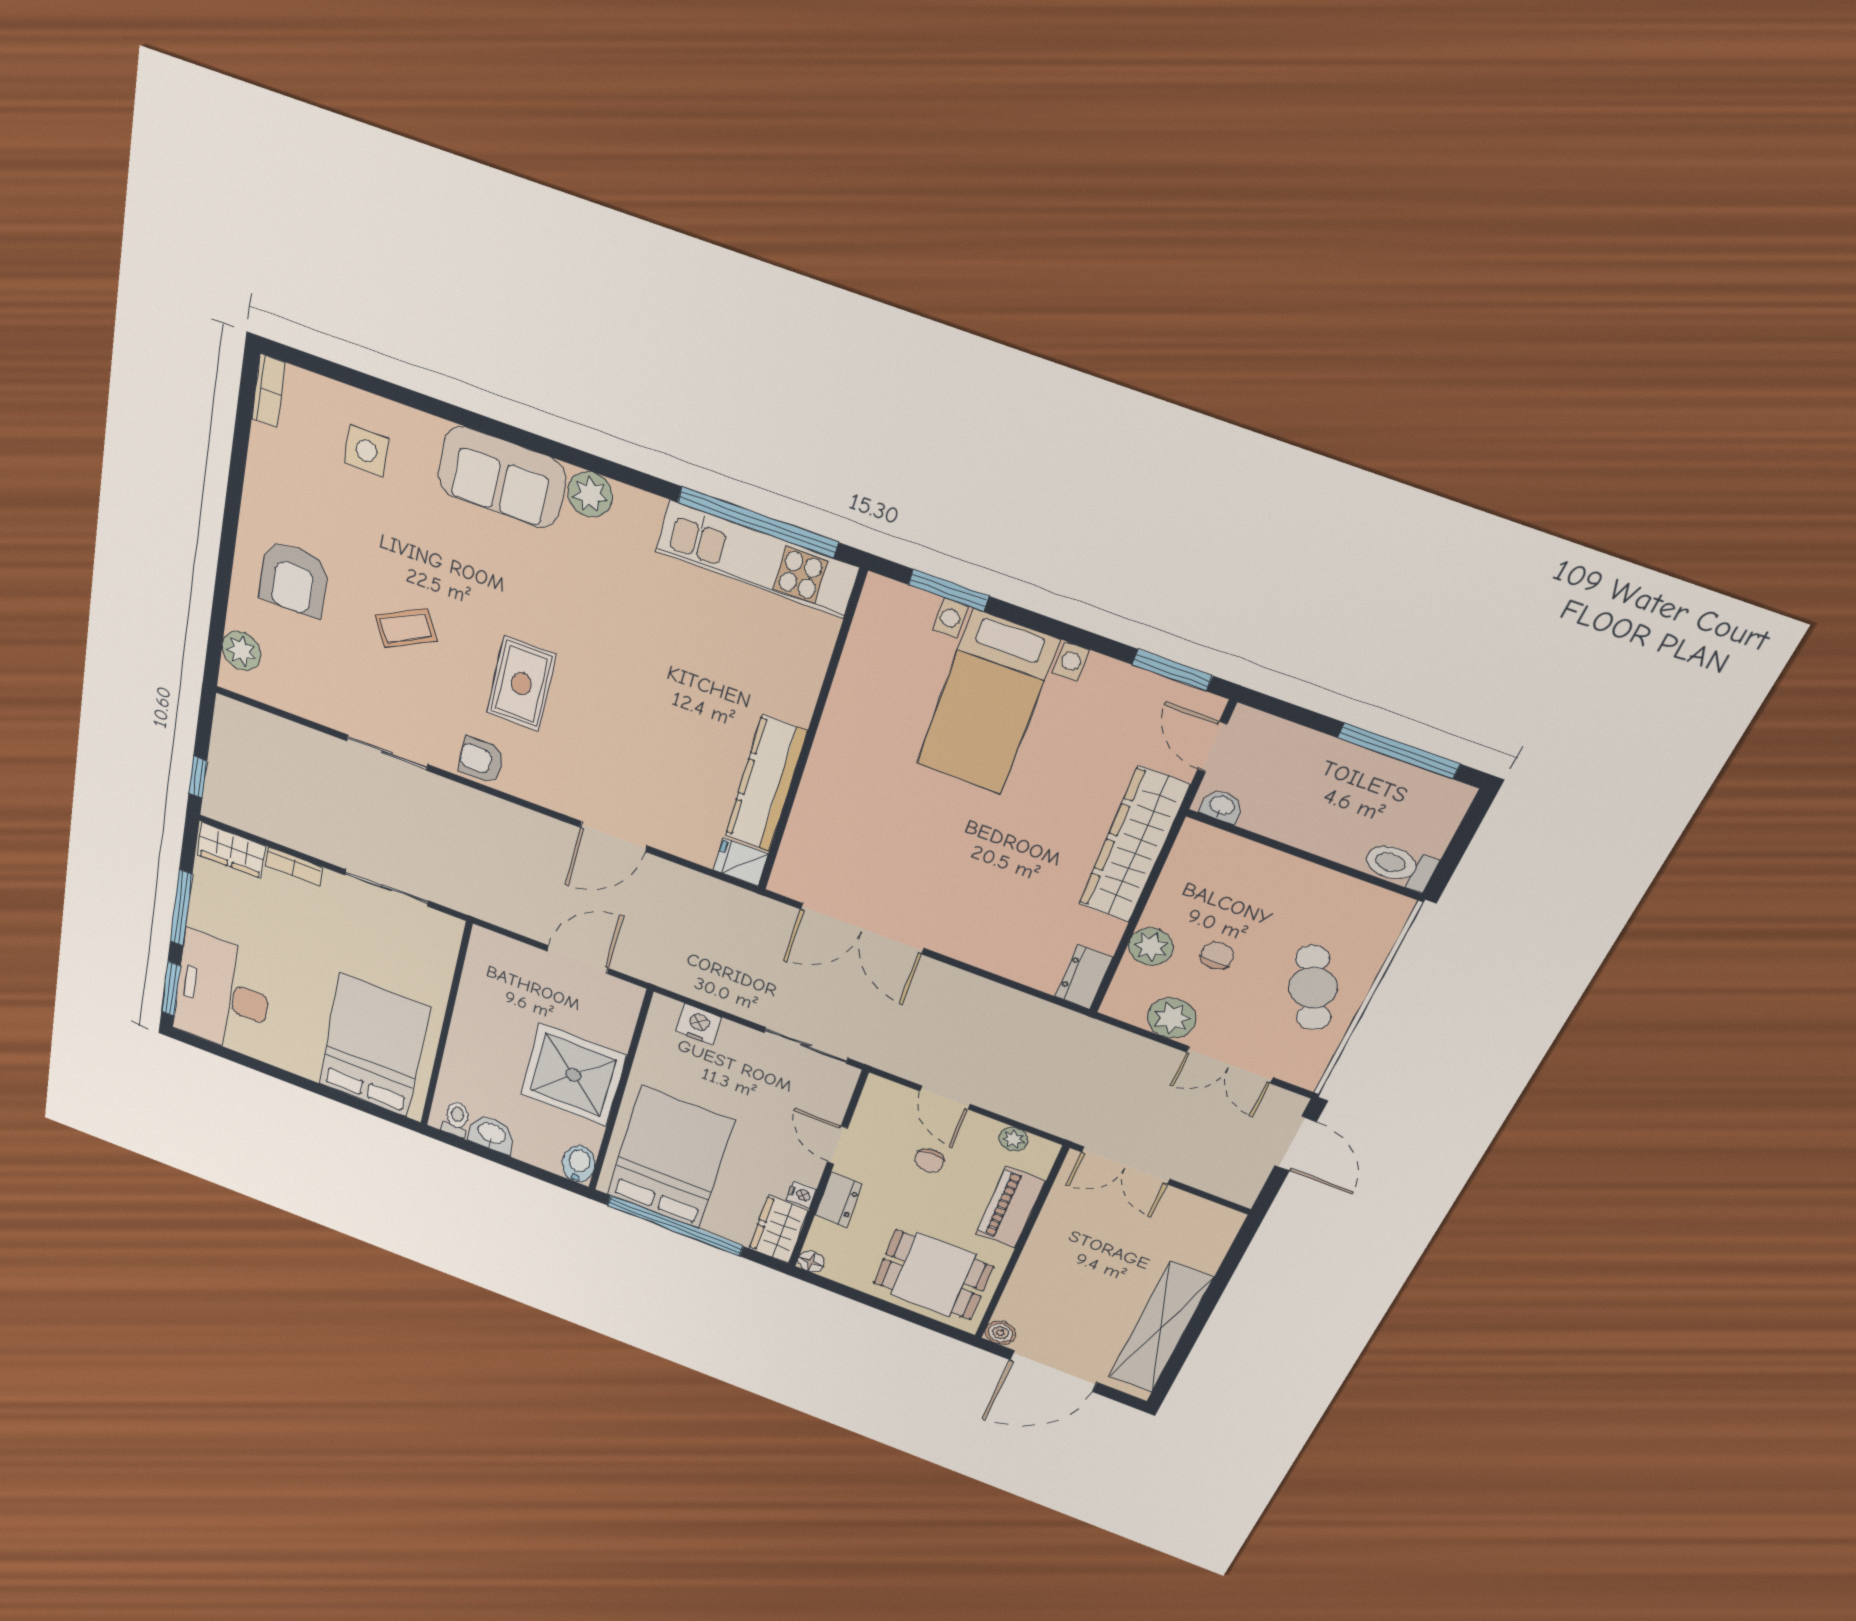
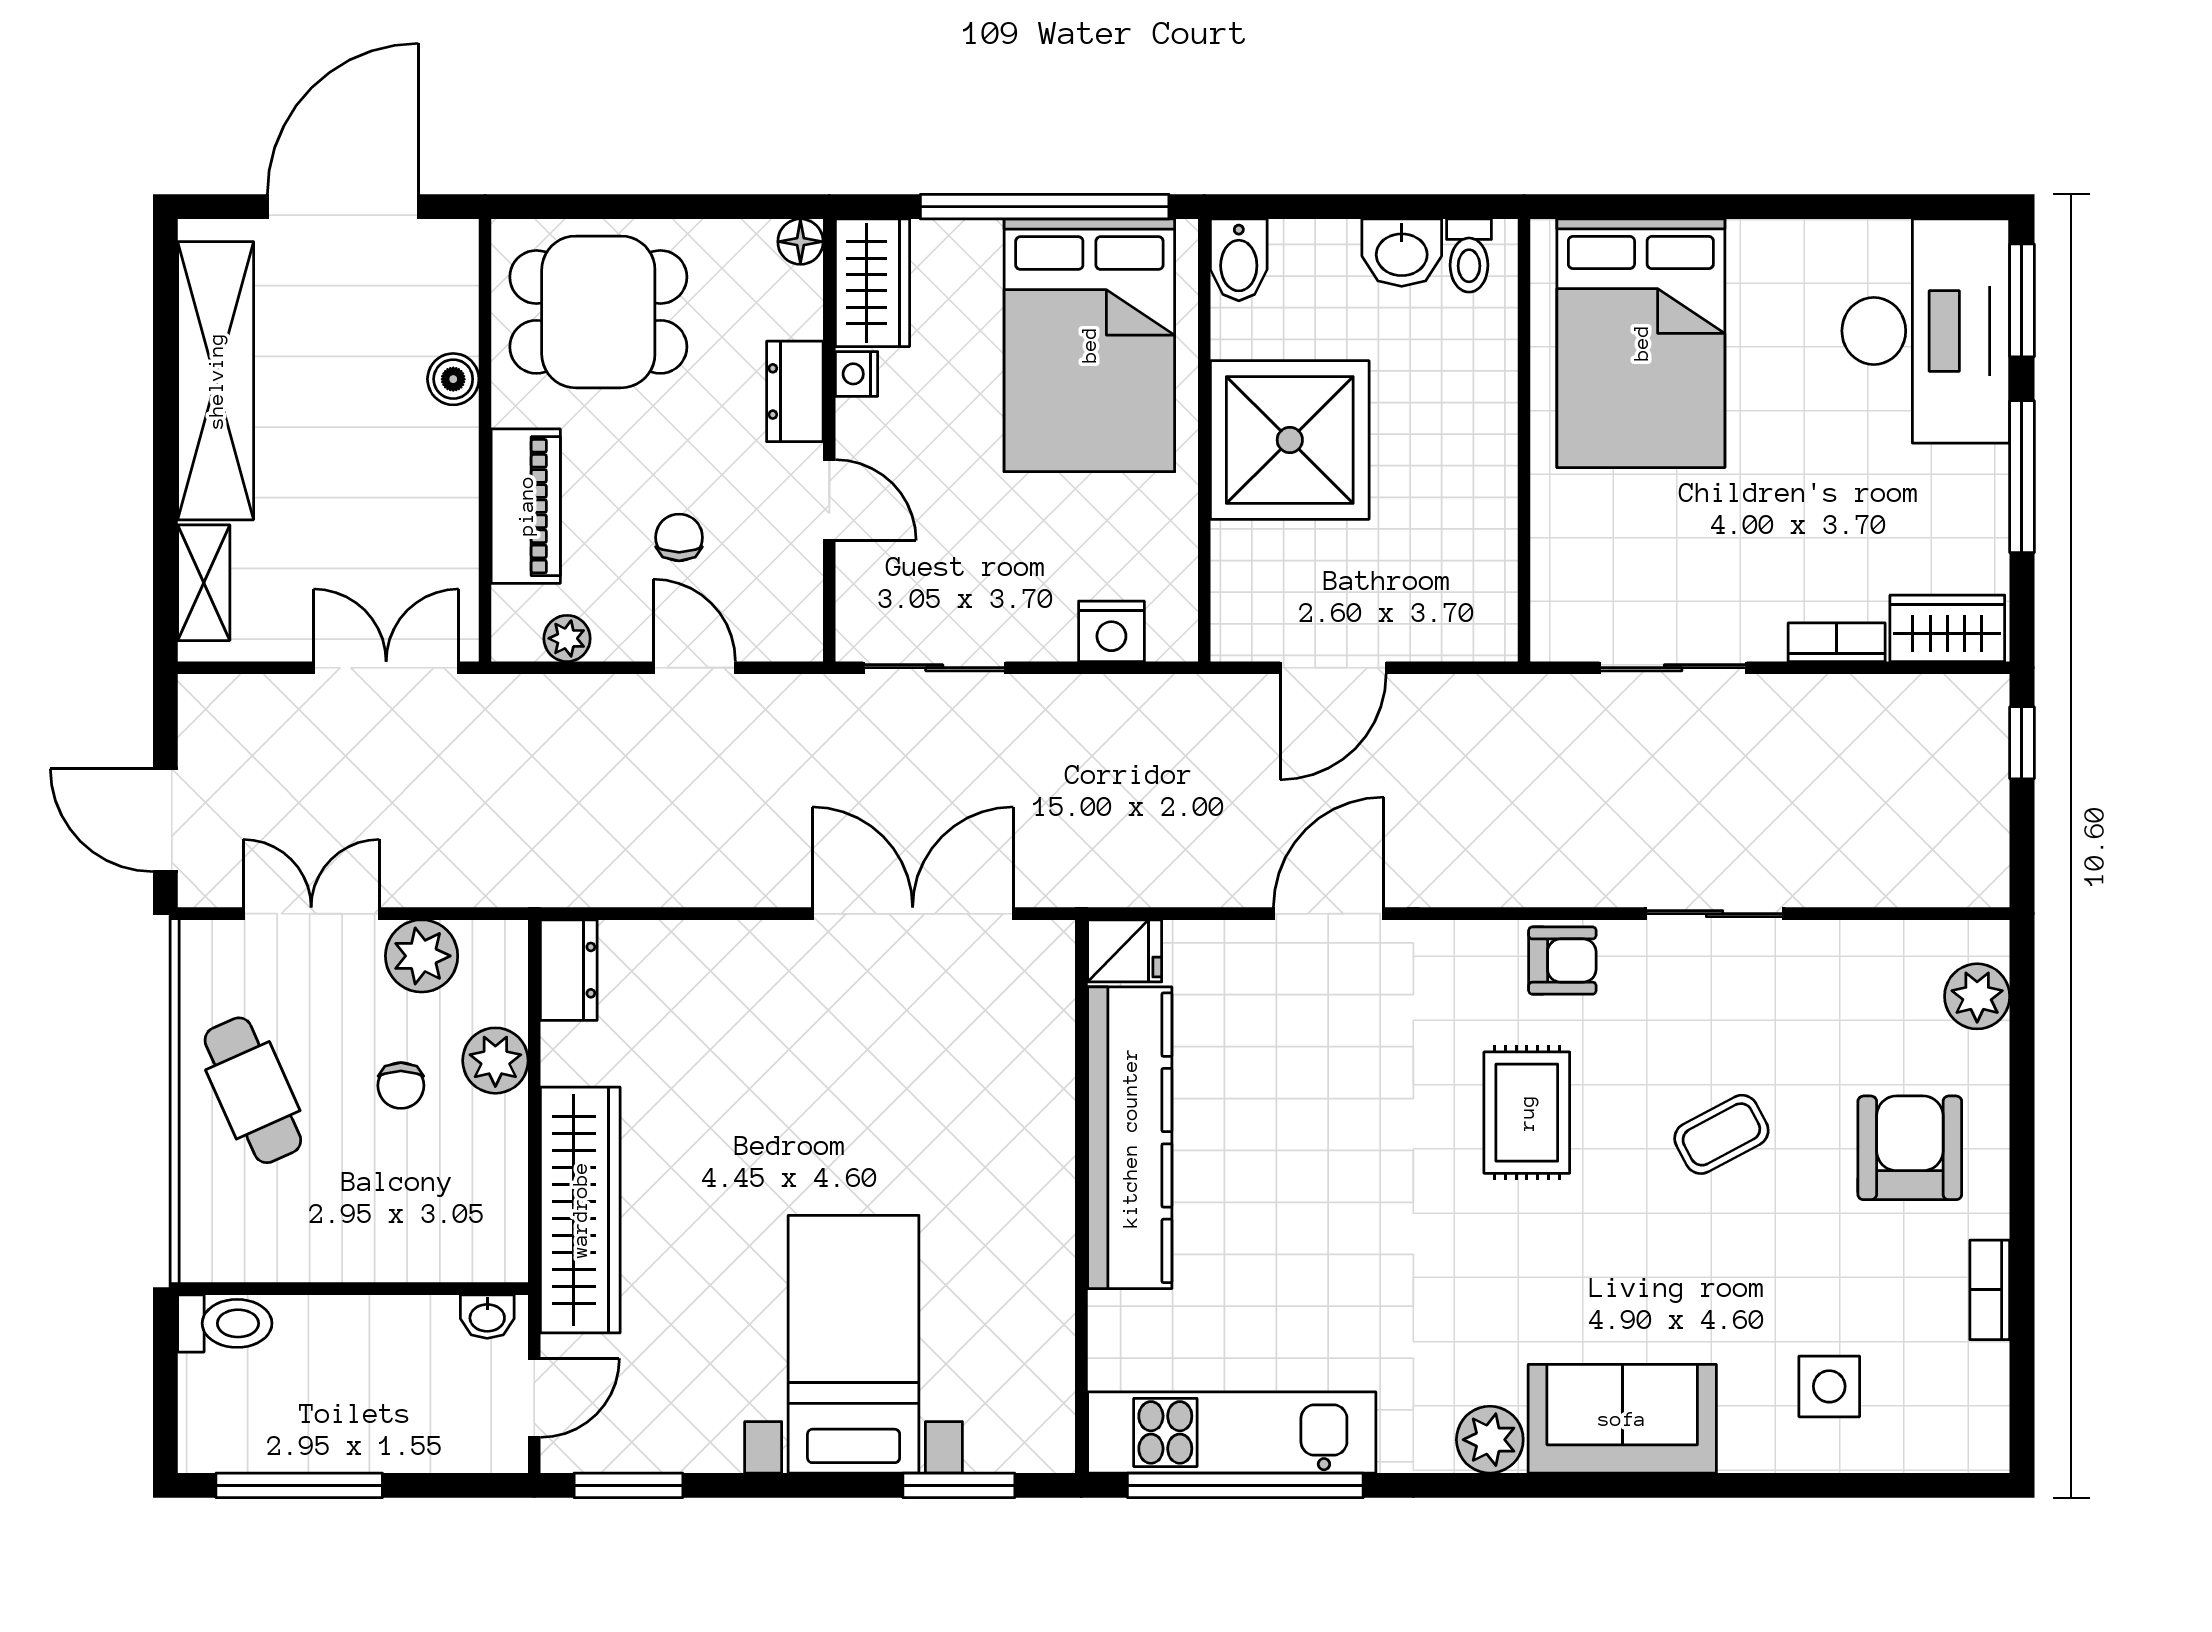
bookcase: (268, 391) -> (1990, 1290), moved
door: (1212, 747) -> (534, 1398), hinge flipped
kitchen counter: (766, 784) -> (1130, 1138), width x1.39, depth x1.17
shelving: (1213, 1244) -> (204, 583), added
boiler: (1000, 1333) -> (453, 379), moved

